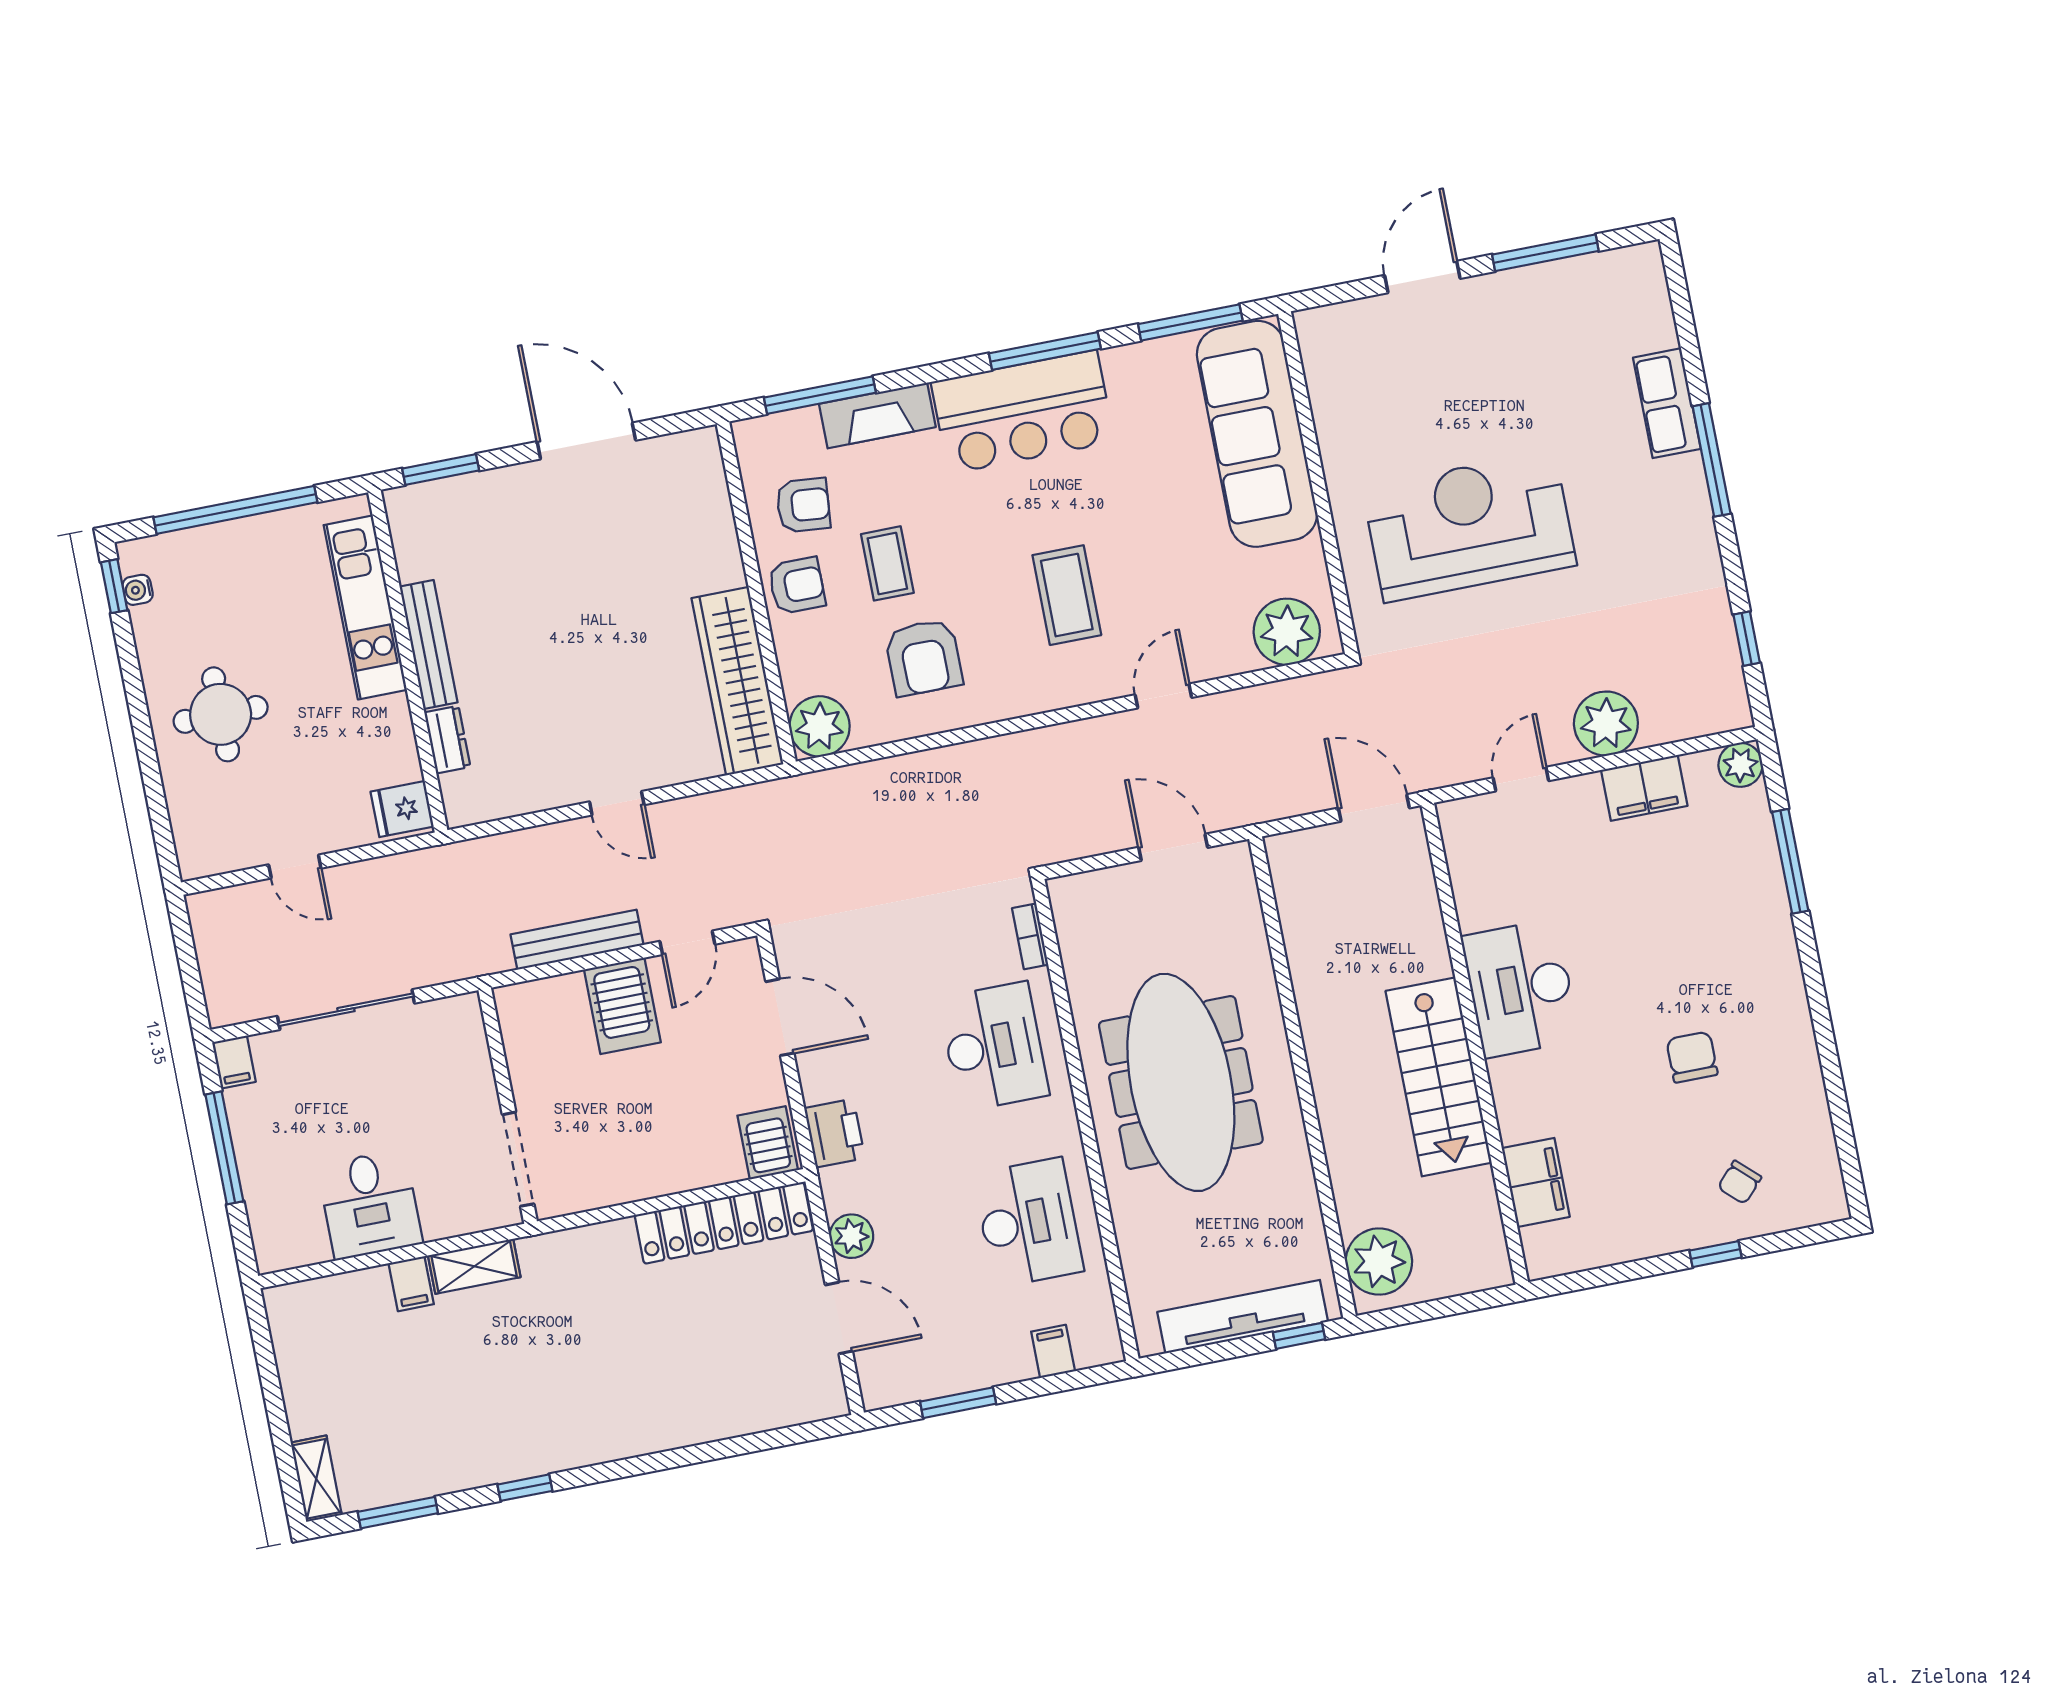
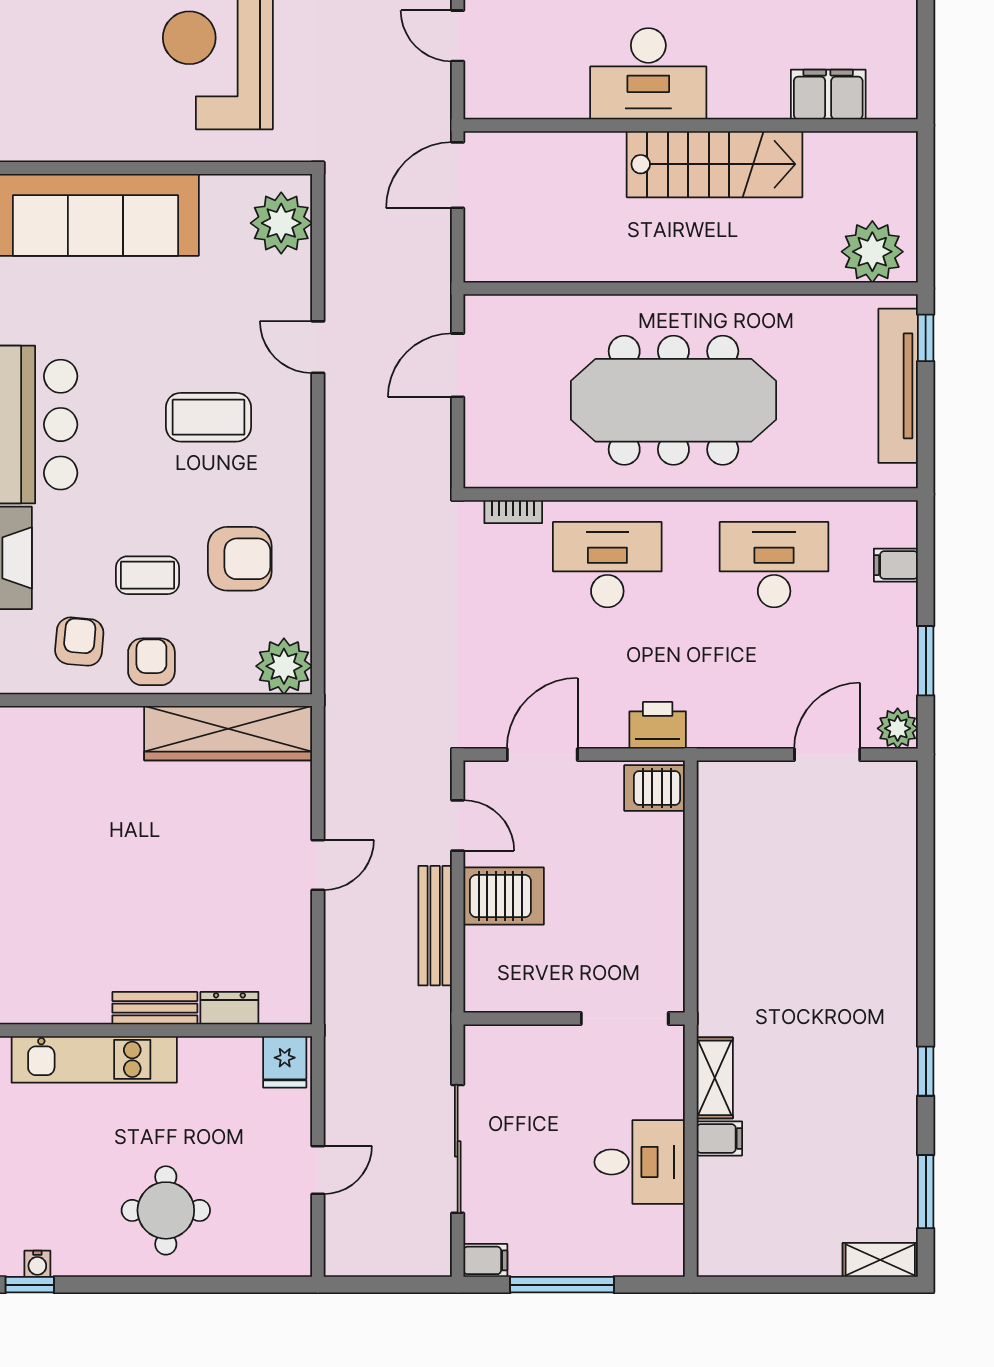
bench: (429, 645) -> (155, 1008), width x0.73
locker: (724, 1223) -> (720, 842), removed
plant: (851, 1236) -> (898, 728), moved

